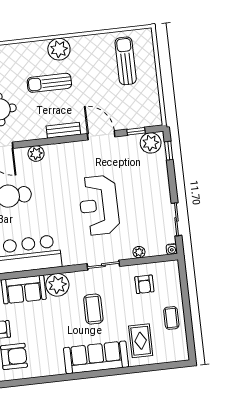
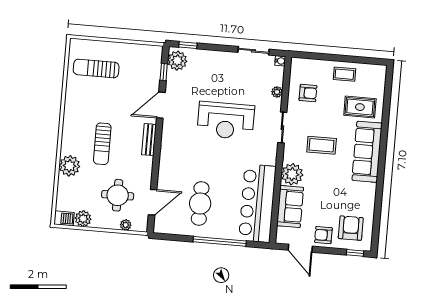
plant: (59, 49) -> (70, 166), moved
plant: (36, 154) -> (166, 169), removed

